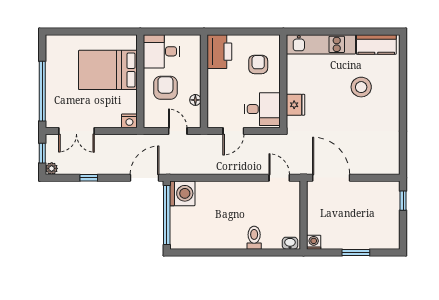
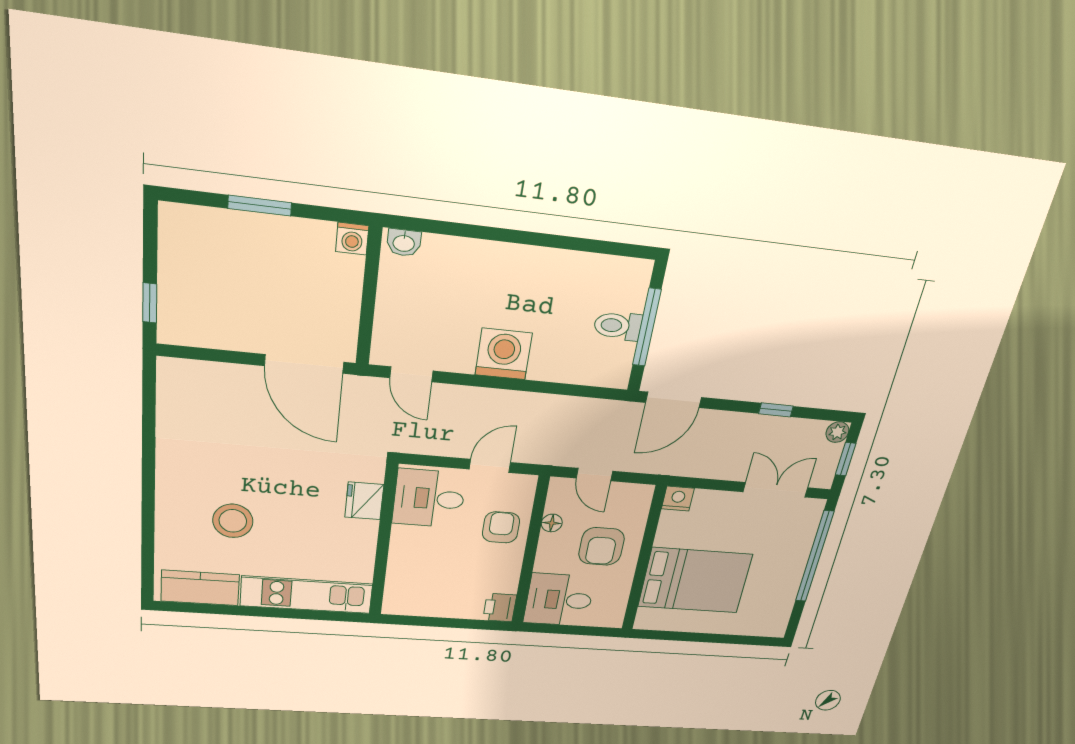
desk: (161, 51) -> (559, 600), moved, turned 180
printer: (219, 52) -> (500, 608), width x0.53, depth x0.68
armchair: (258, 64) -> (501, 527), moved, turned 180
washing machine: (182, 193) -> (504, 354), moved, turned 90
window: (167, 215) -> (647, 327), width x0.68
toilet: (254, 238) -> (618, 326), moved, turned 90

